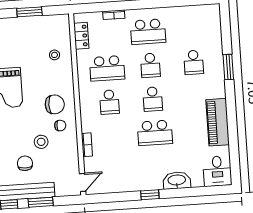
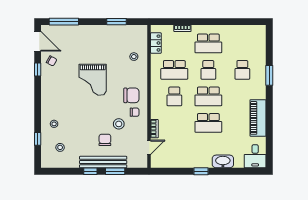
school desk: (153, 99) -> (208, 96), width x1.85
door: (83, 182) -> (149, 147), moved

